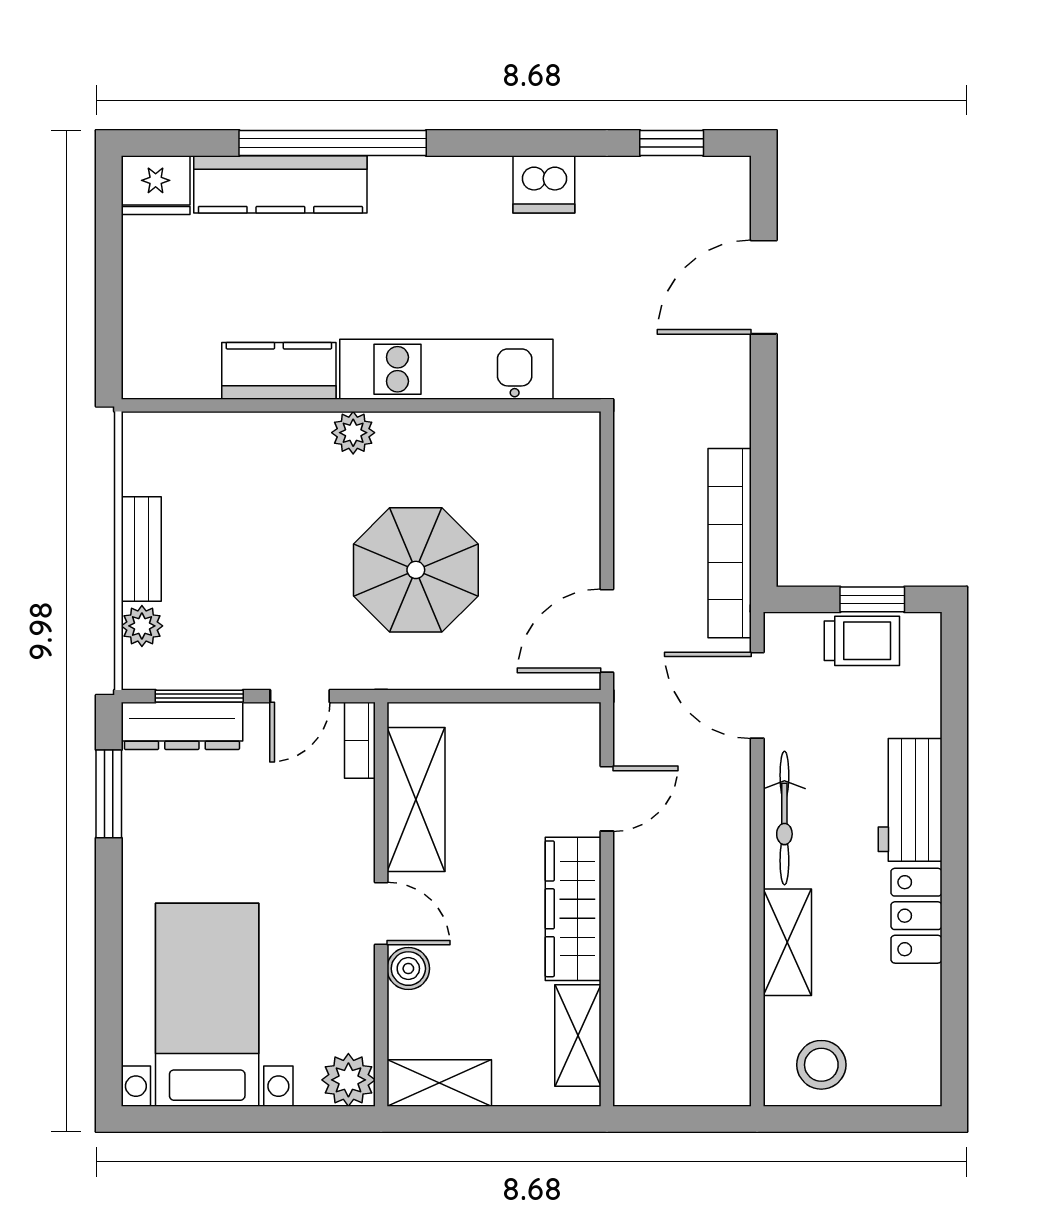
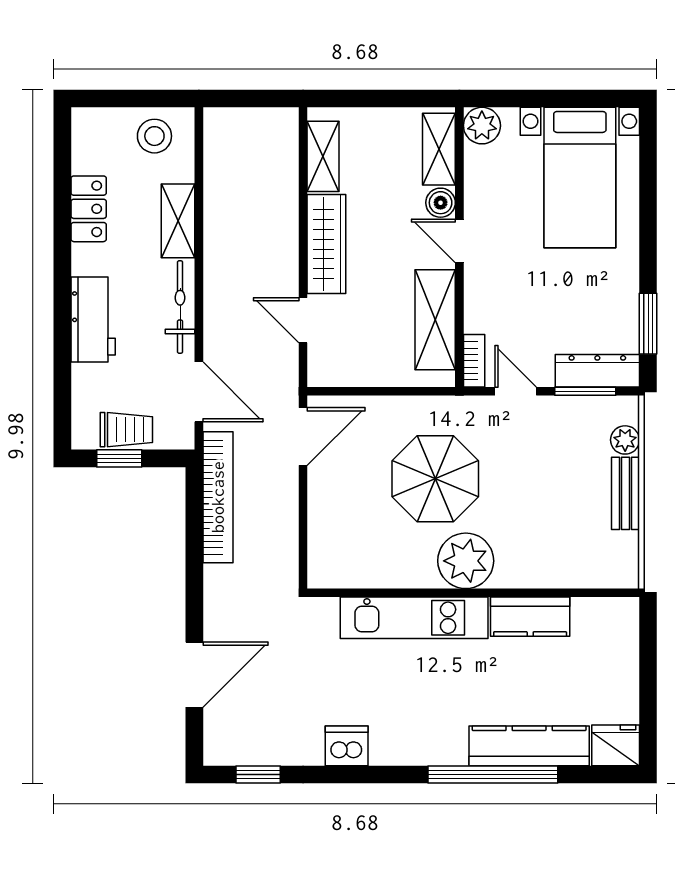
plant: (353, 433) -> (466, 561), width x1.88, depth x1.88
trolley: (862, 641) -> (126, 430), turned 180
door: (300, 696) -> (516, 391), hinge flipped
door: (607, 799) -> (303, 320), hinge flipped
locker: (916, 916) -> (89, 209), moved
shelving: (439, 1083) -> (439, 149), moved, turned 90

